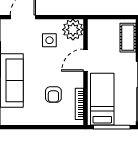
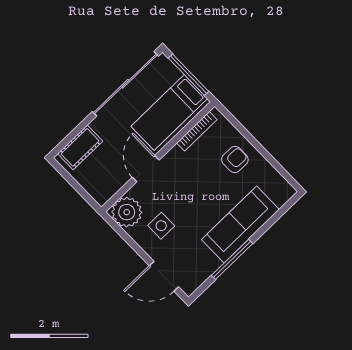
door: (86, 60) -> (146, 169), swing flipped
armchair: (53, 95) -> (235, 160), moved

